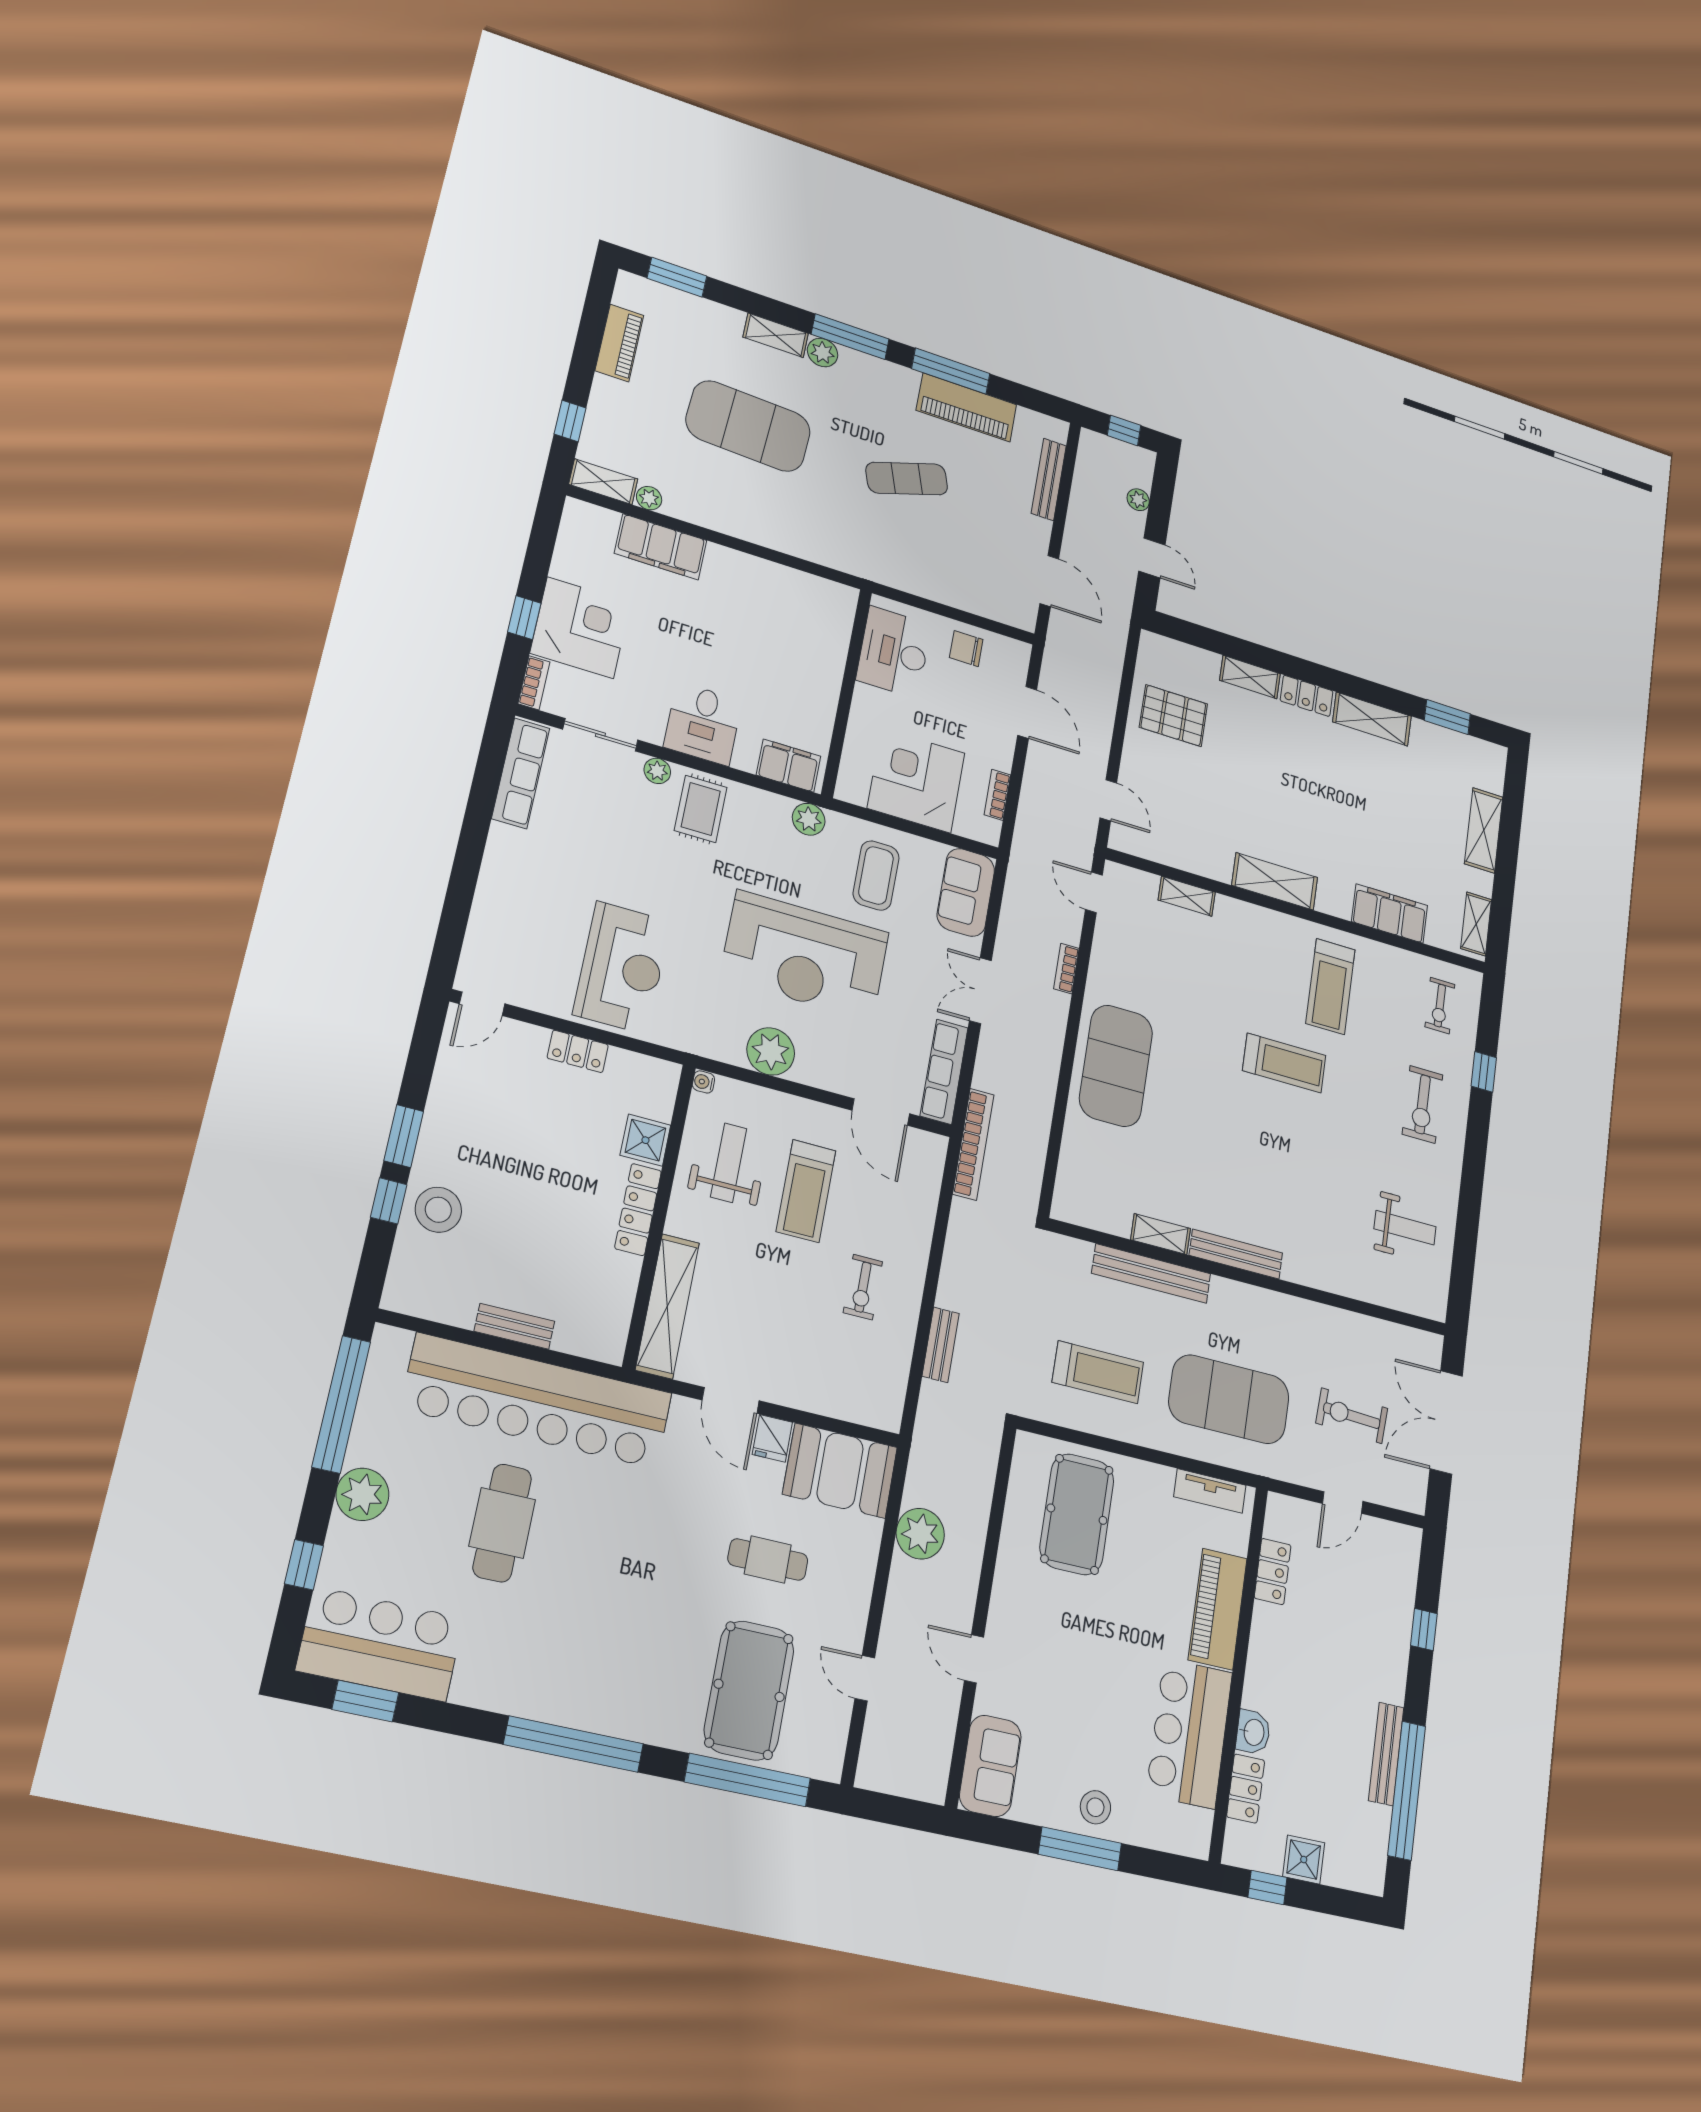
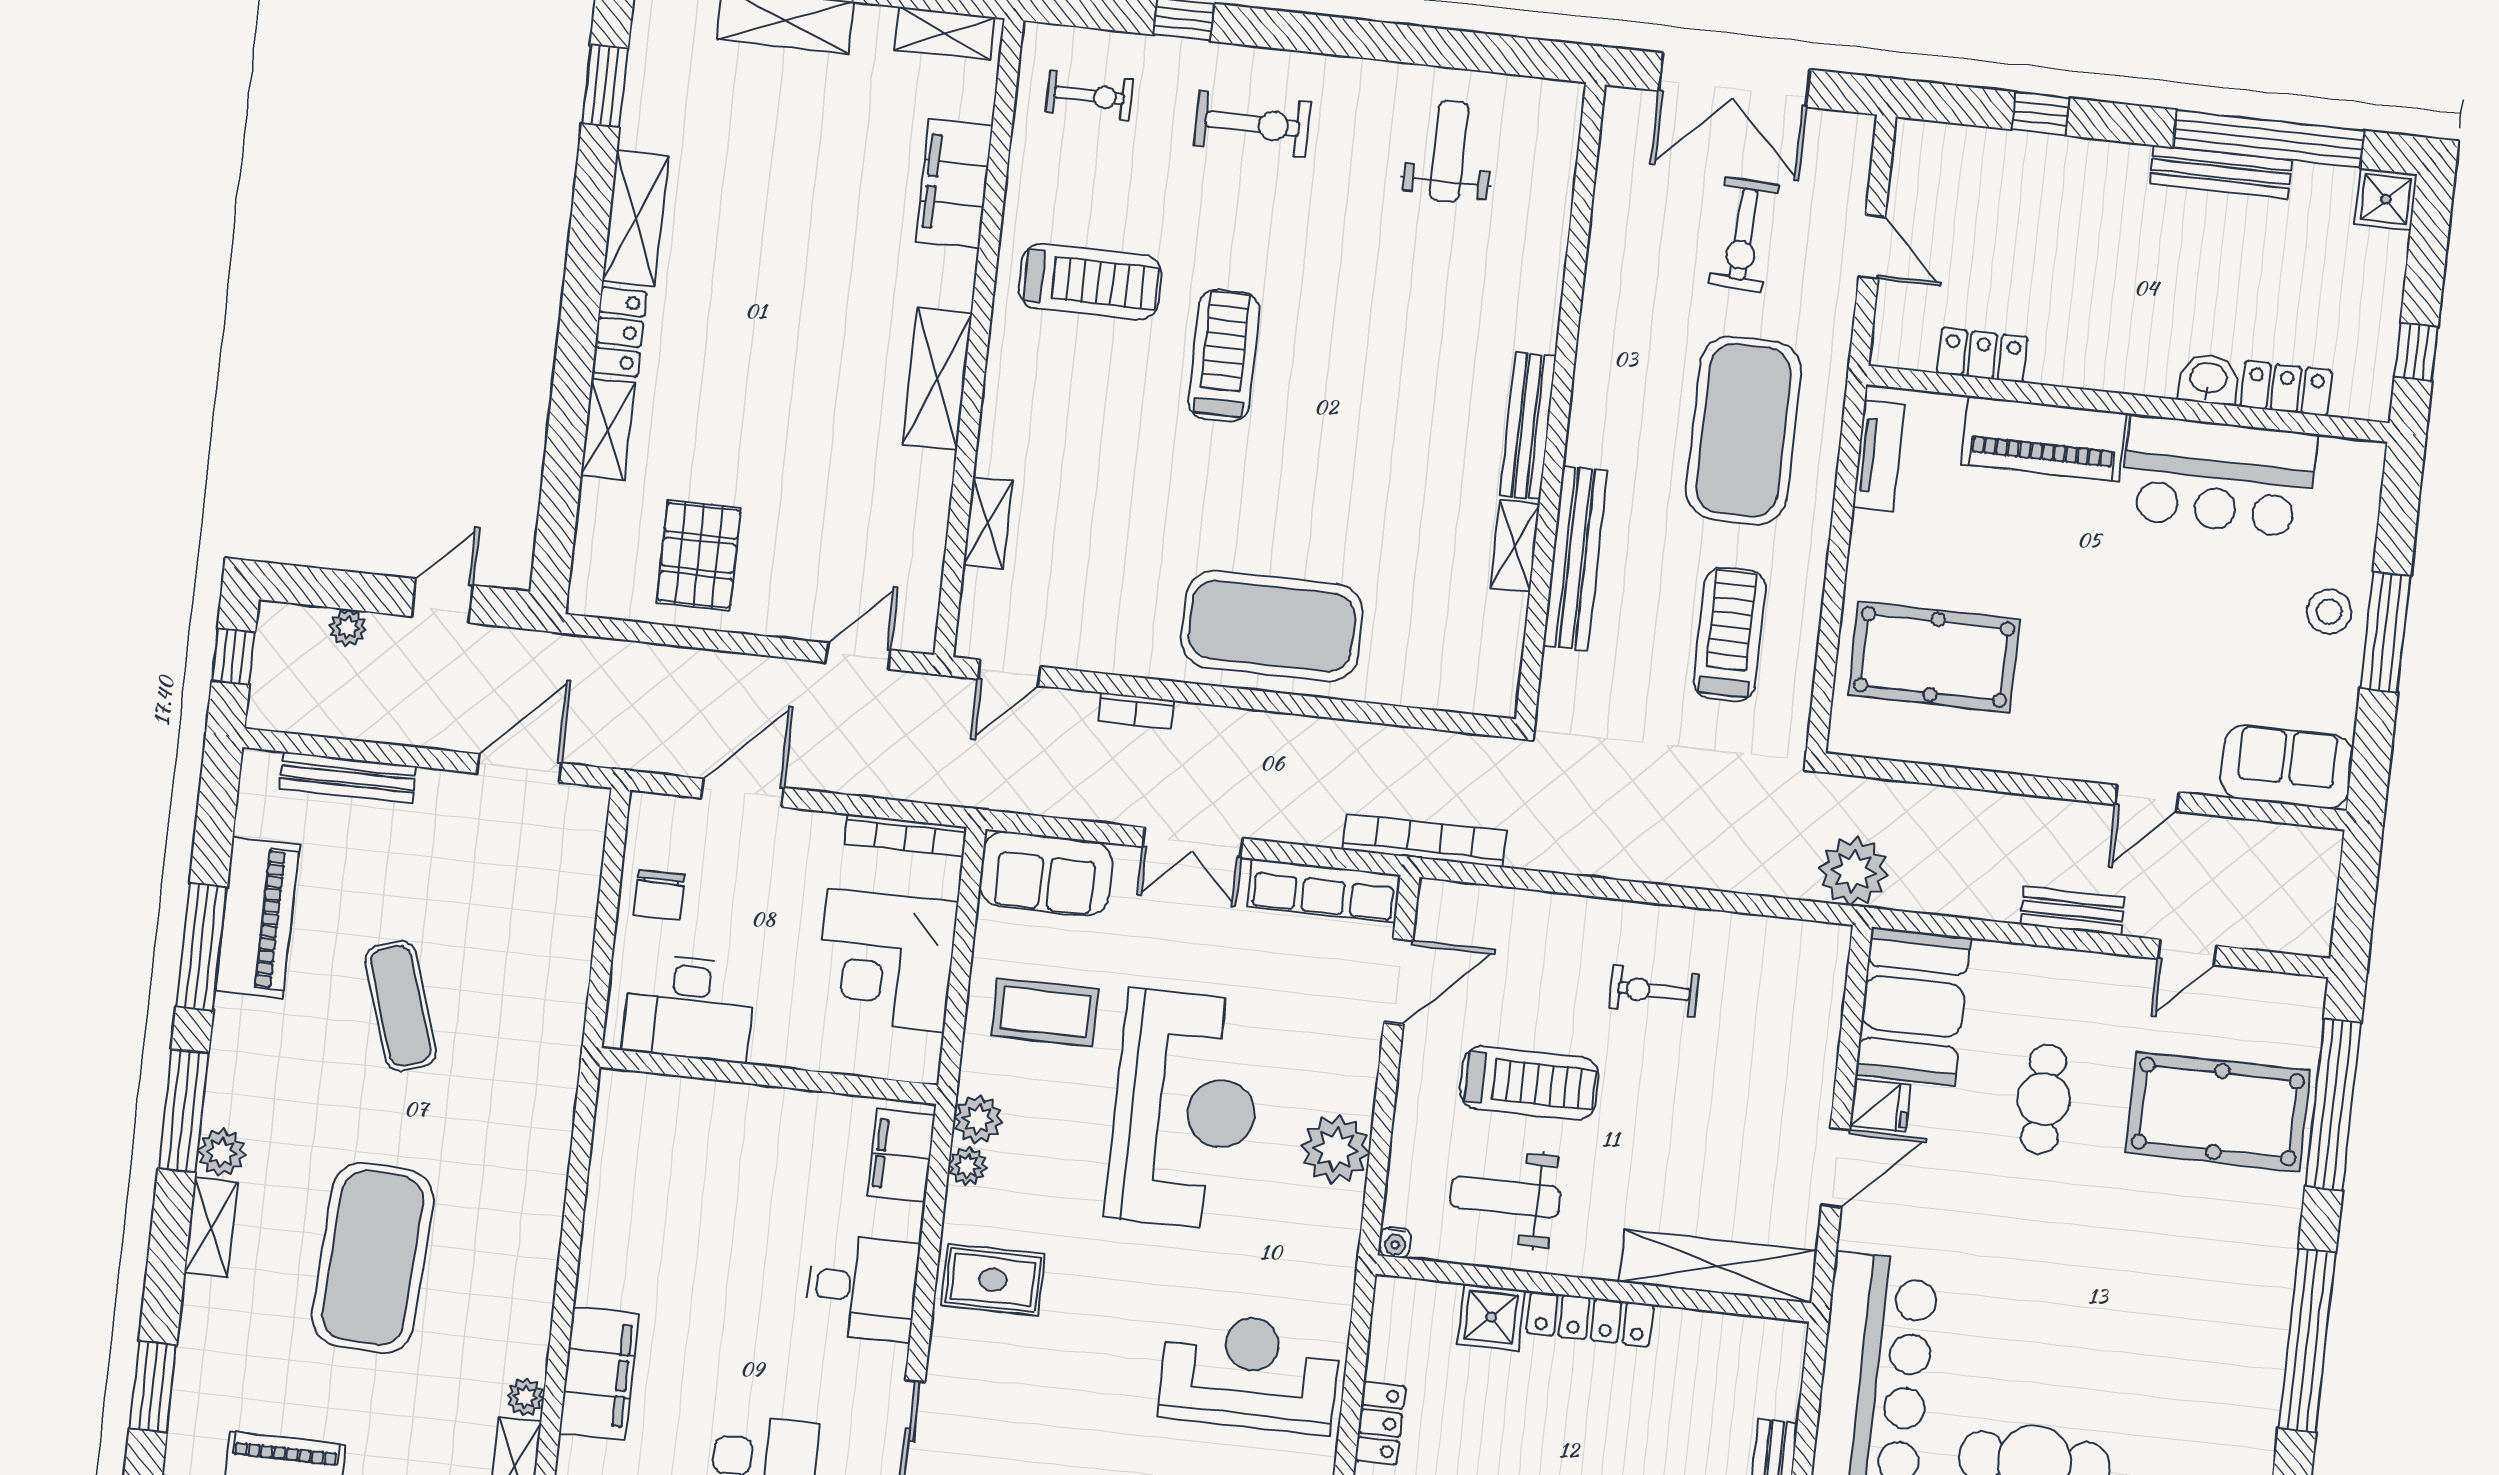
plant: (657, 771) -> (968, 1166), moved
bookcase: (997, 795) -> (905, 835), width x1.56
exercise bike: (863, 1287) -> (1654, 991), turned 180
bench: (941, 1345) -> (2073, 911), moved
plant: (920, 1534) -> (1854, 871), moved
shower: (1304, 1860) -> (2386, 199), moved

